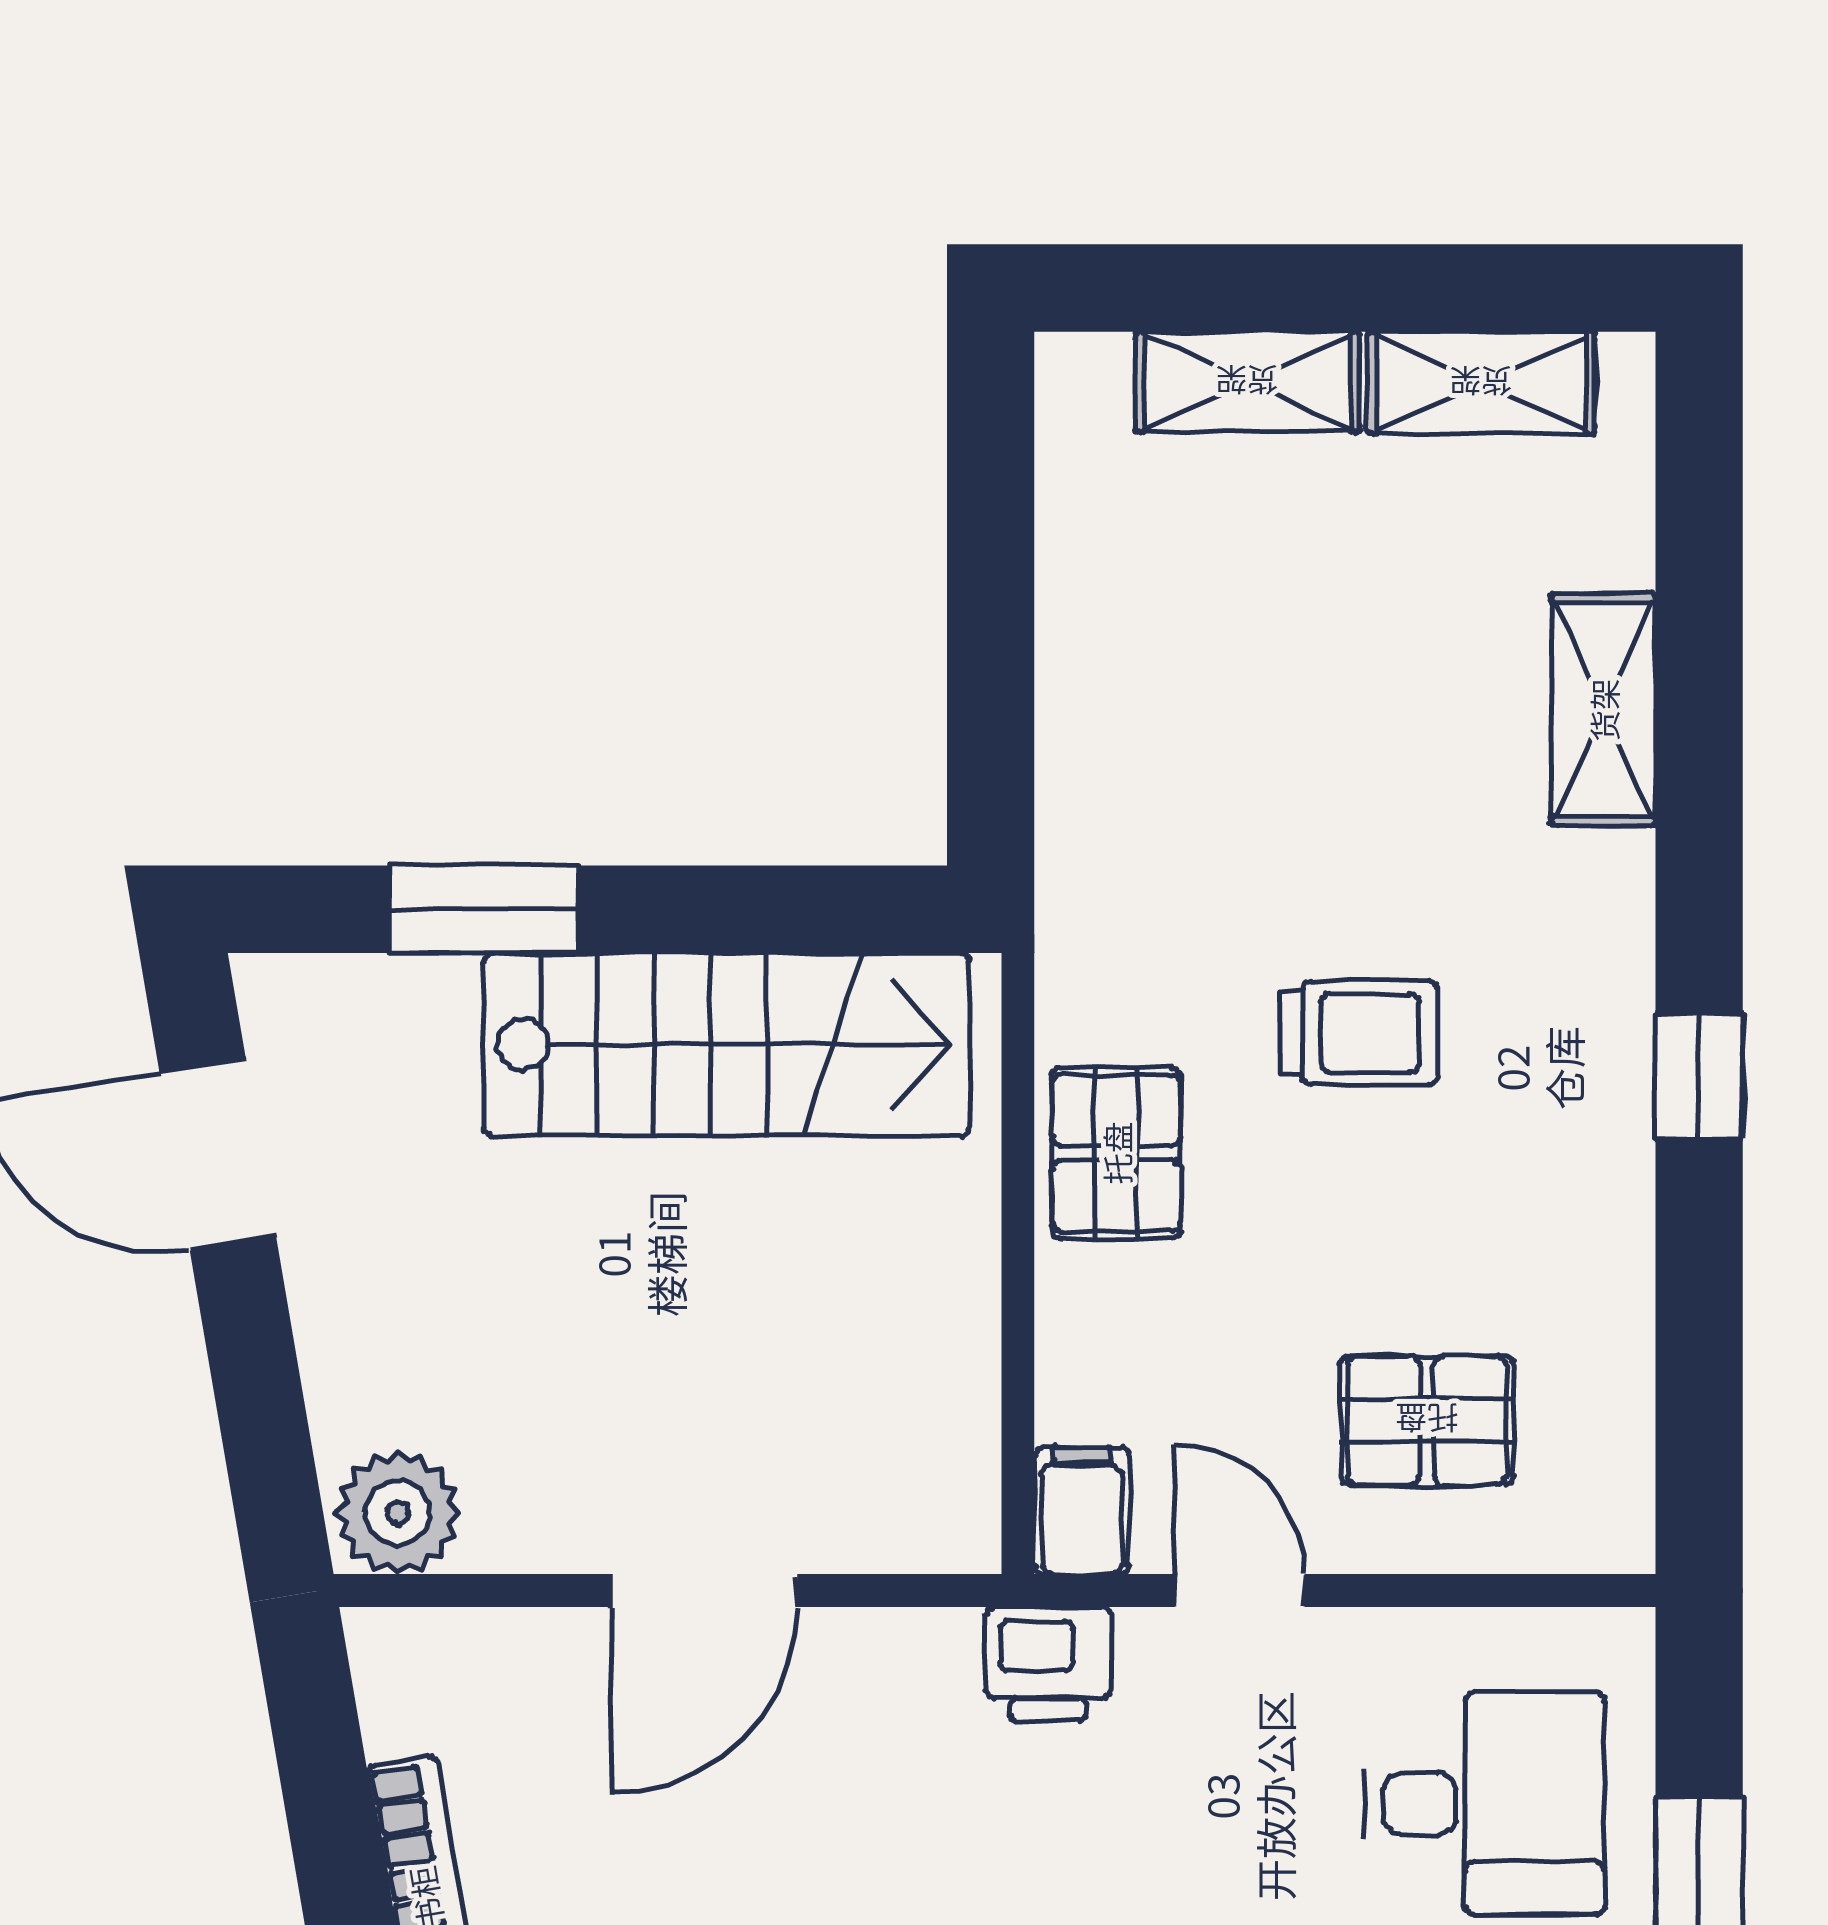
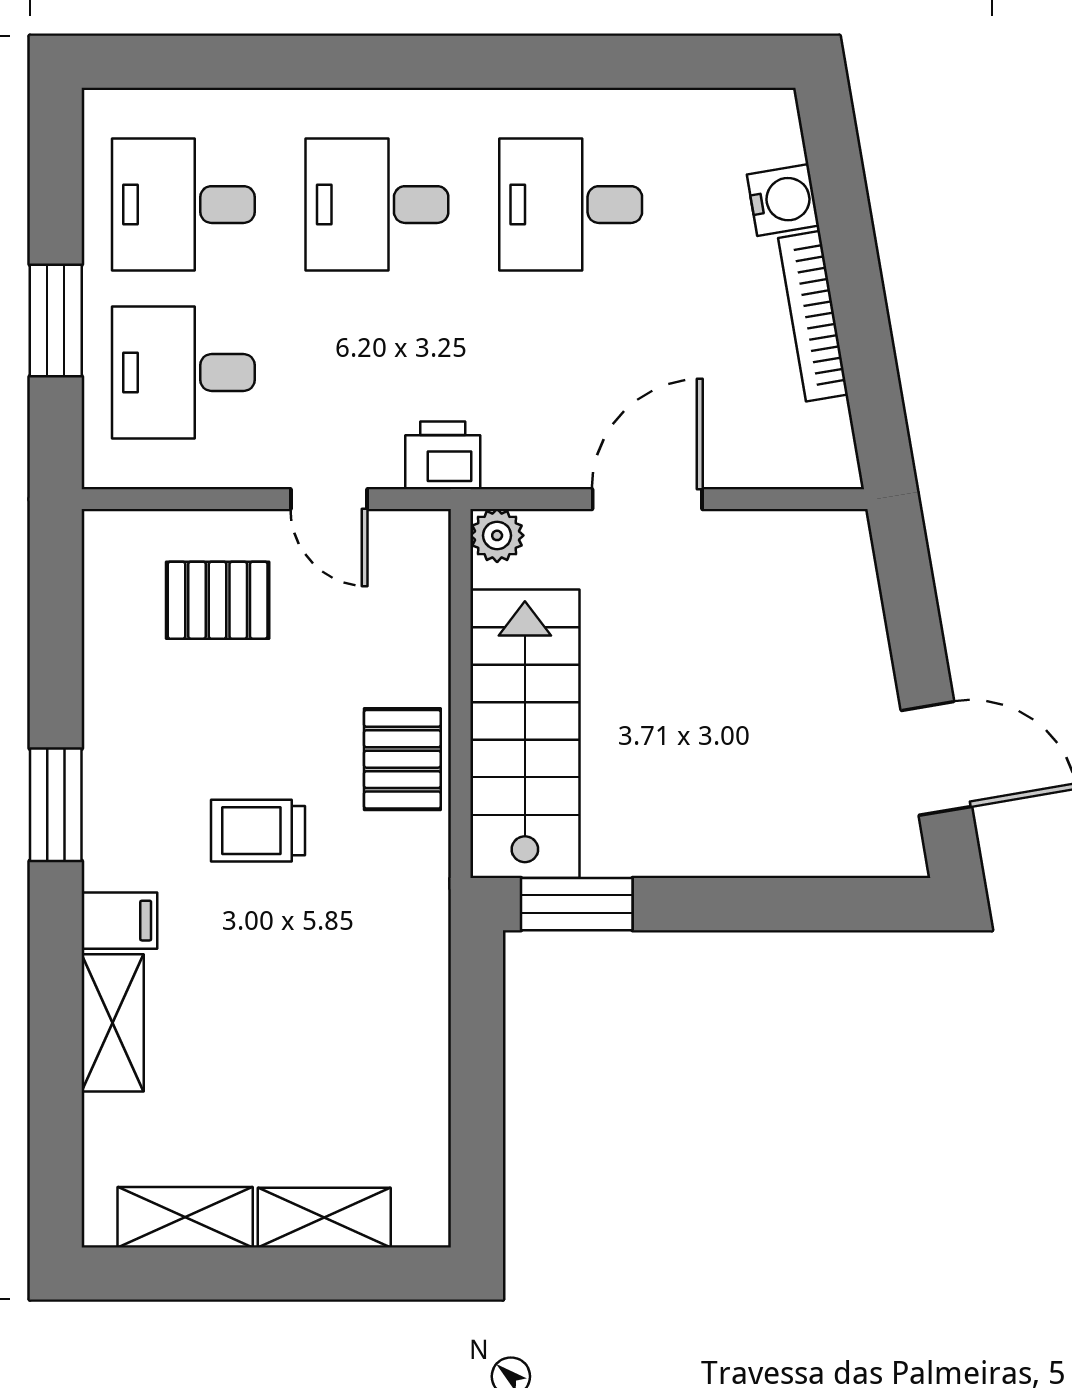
window: (484, 909) -> (577, 904), moved
stairs: (727, 1044) -> (525, 734), moved, turned 90
window: (1699, 1076) -> (56, 805), width x1.50
filing cabinet: (1082, 1511) -> (119, 921), moved, turned -90
plant: (398, 1513) -> (497, 535), moved, width x0.73, depth x0.73

